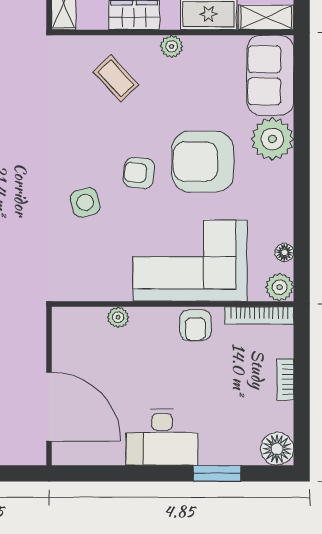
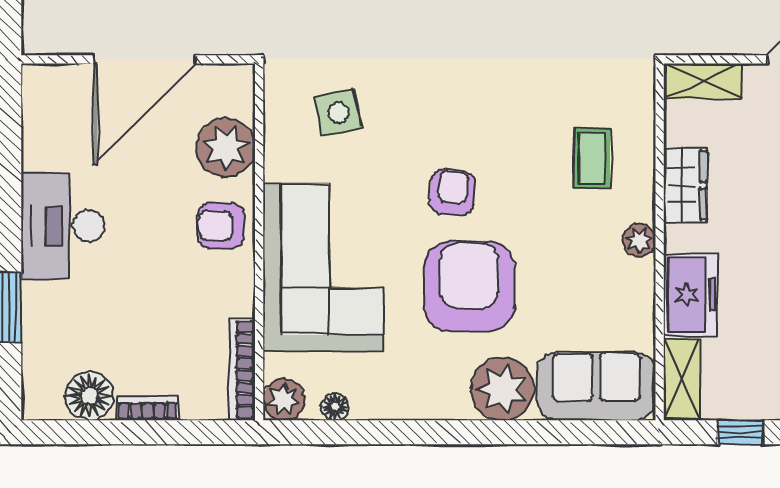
coffee table: (116, 78) -> (592, 158), turned -47
side table: (85, 202) -> (338, 113), moved
plant: (118, 317) -> (226, 148), width x1.87, depth x1.87
armchair: (195, 325) -> (221, 226), moved
door: (49, 407) -> (145, 59), moved
floor lamp: (277, 449) -> (89, 396), moved

